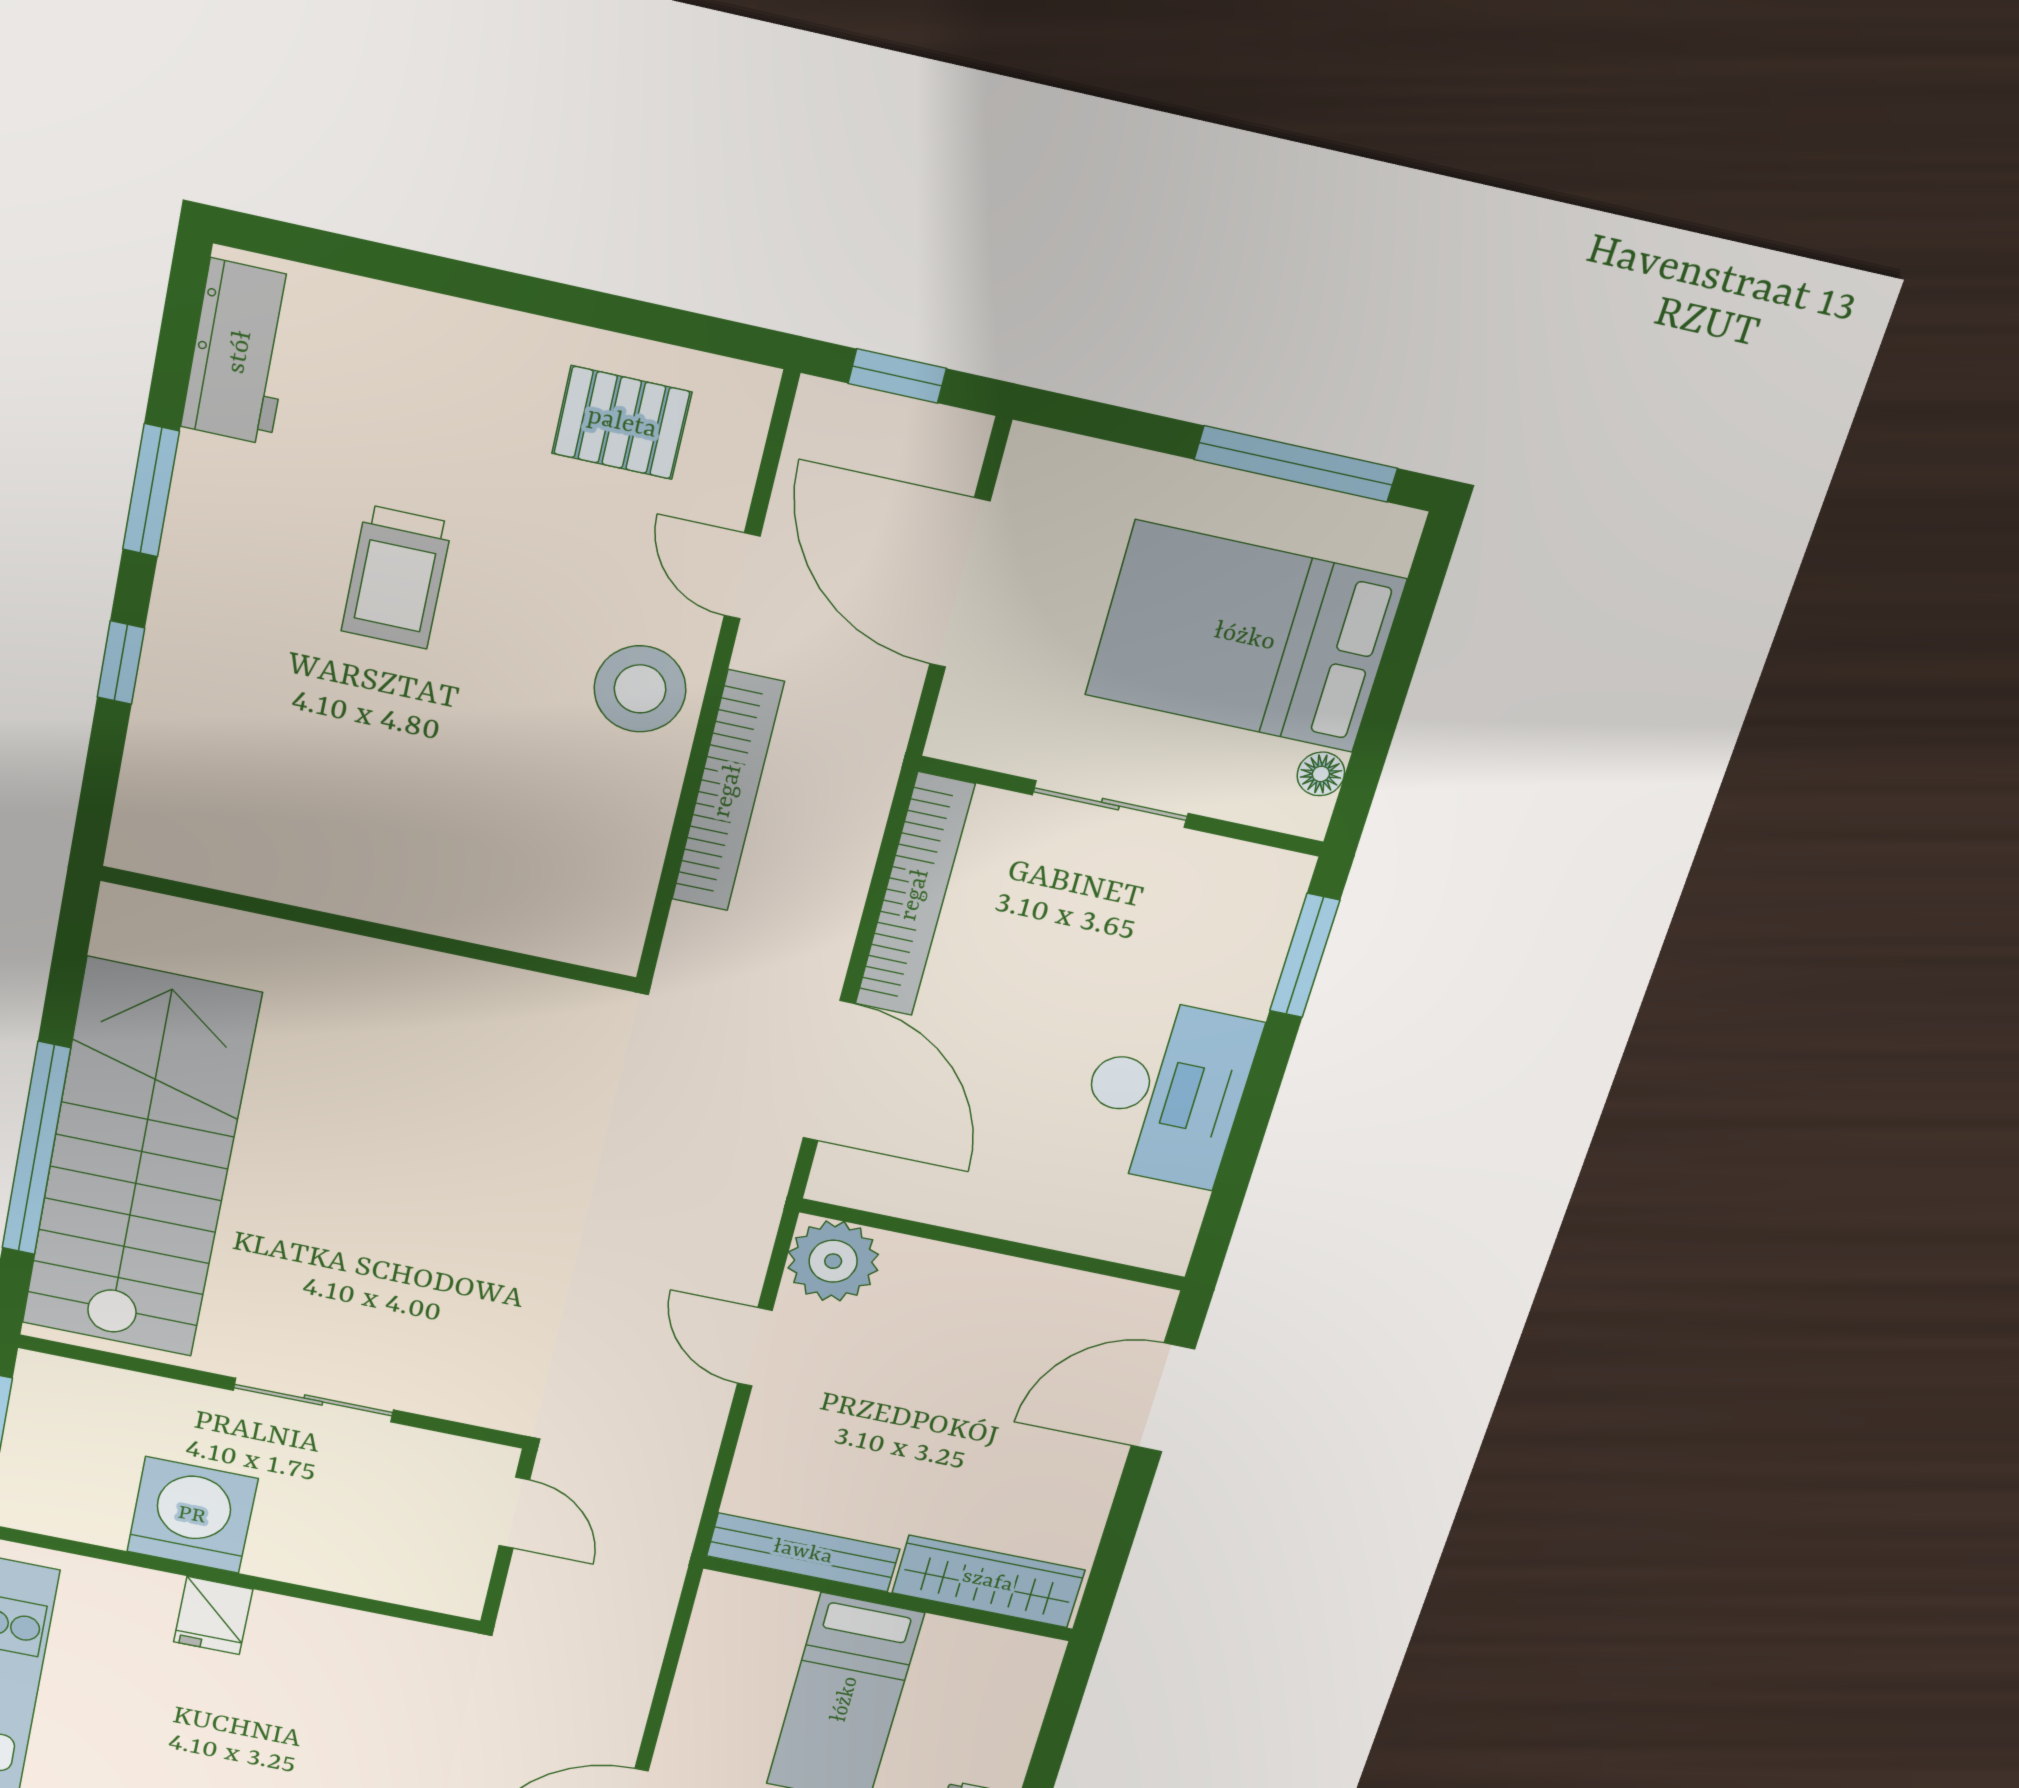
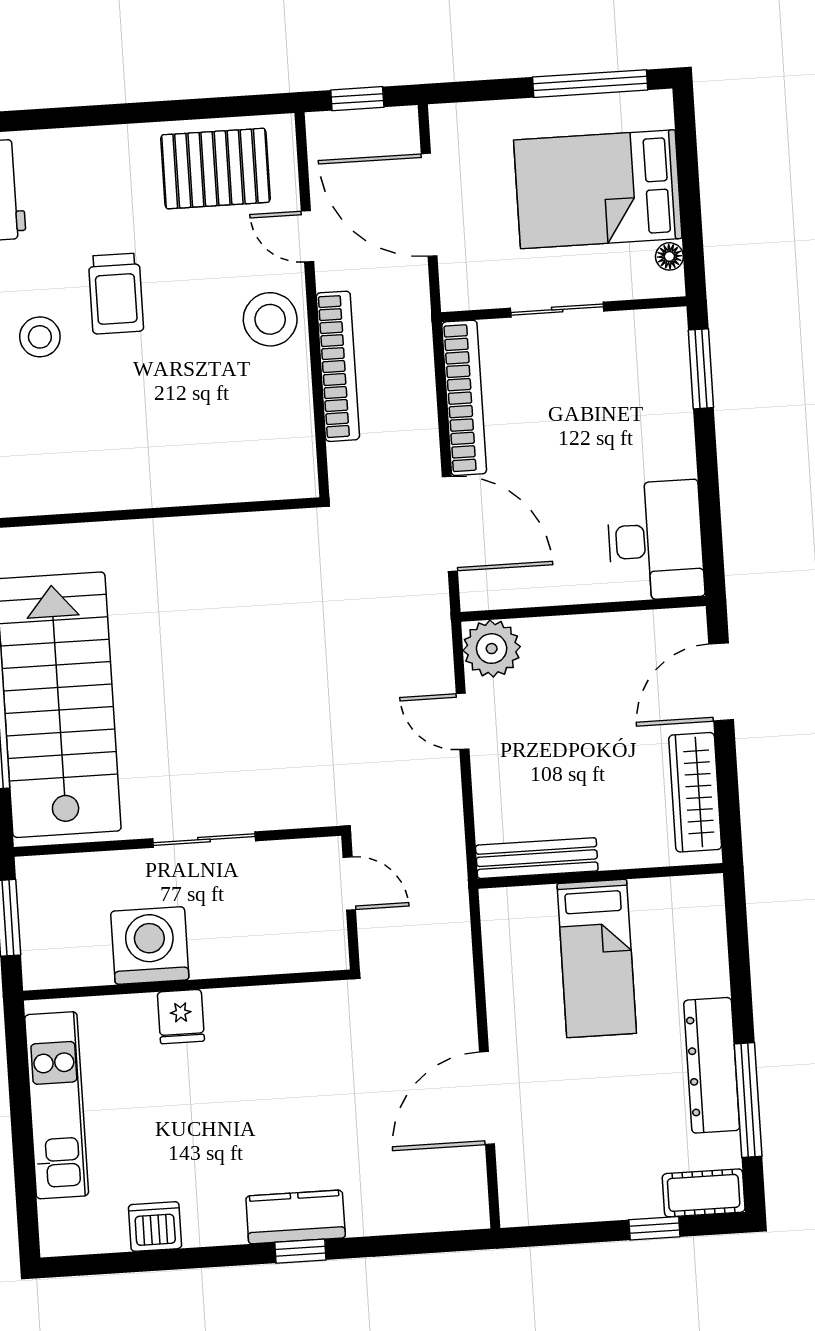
pallet: (622, 423) -> (216, 169), width x1.50, depth x1.42
stool: (252, 610) -> (40, 337), added
desk: (1166, 1092) -> (655, 540), moved
wardrobe: (988, 1581) -> (695, 792), moved, turned -90

